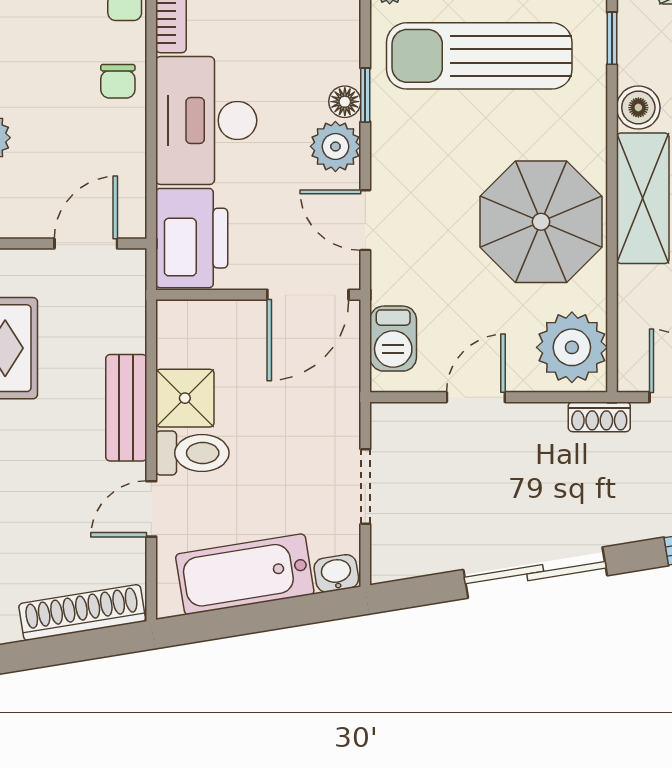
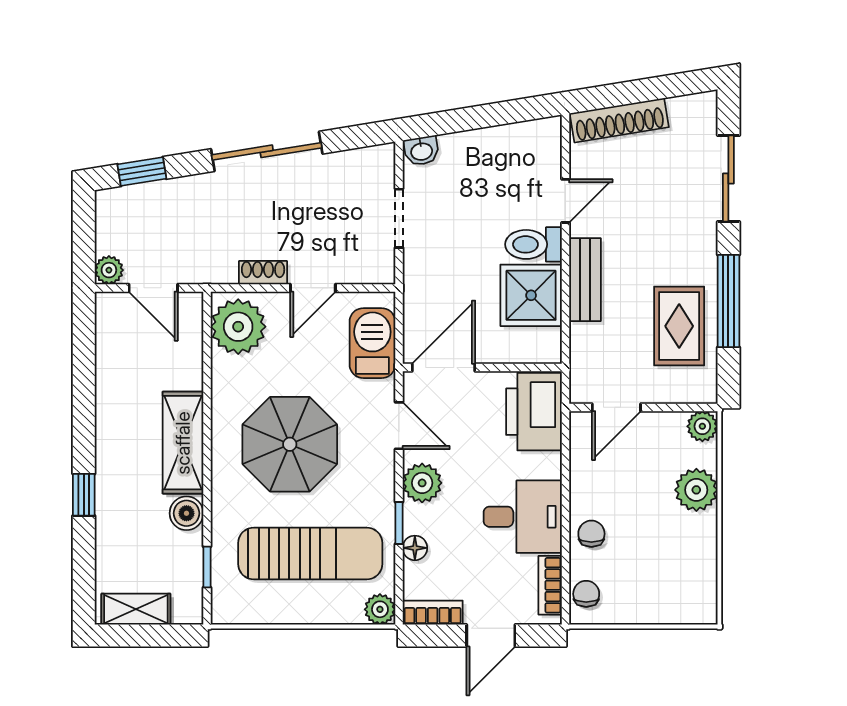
floor lamp: (345, 102) -> (415, 548), moved
desk: (206, 121) -> (523, 517), width x0.73
parasol: (541, 222) -> (290, 444), moved
barbecue: (393, 339) -> (372, 343), width x1.38, depth x1.27
shower: (185, 398) -> (531, 295), width x1.36, depth x1.36
shoe rack: (599, 417) -> (263, 273), moved
bathtub: (245, 574) -> (493, 150), removed

